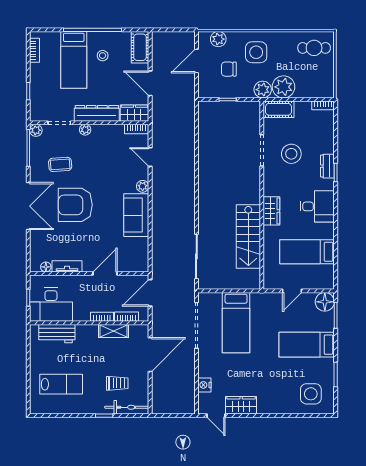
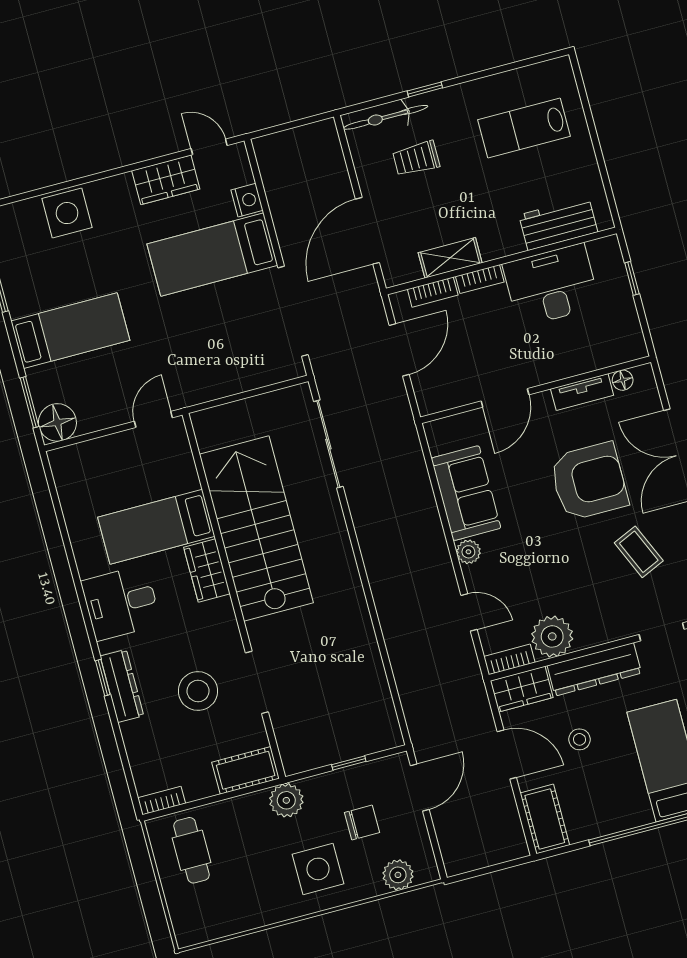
cafe table: (314, 48) -> (192, 850), moved, turned 90
stool: (103, 56) -> (579, 739), moved
door: (196, 61) -> (420, 787), moved
plant: (284, 87) -> (247, 816), removed
plant: (85, 130) -> (552, 636), moved, width x1.88, depth x1.88
coffee table: (60, 164) -> (639, 552), turned 70
dresser: (327, 166) -> (122, 686), width x1.44
stairs: (248, 236) -> (256, 528), width x1.36, depth x1.51
bed: (307, 252) -> (156, 527), moved, turned 180
tv unit: (67, 266) -> (582, 392), moved
floor lamp: (46, 267) -> (623, 380), moved
wall: (89, 274) -> (536, 390), moved
door: (105, 274) -> (505, 398), moved
door: (292, 291) -> (153, 419), moved
desk: (51, 305) -> (551, 285), moved
bed: (236, 323) -> (212, 255), moved, turned -90
side table: (311, 394) -> (67, 213), moved

